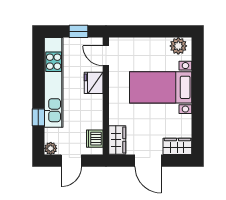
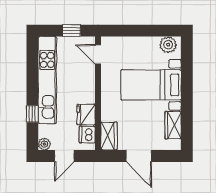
fridge: (94, 83) -> (86, 115), moved
wardrobe: (177, 146) -> (173, 125), moved, turned -90

